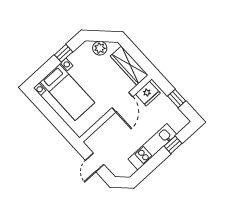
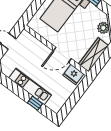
window: (177, 99) -> (74, 99), removed

